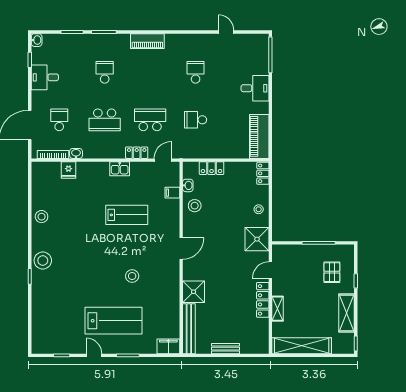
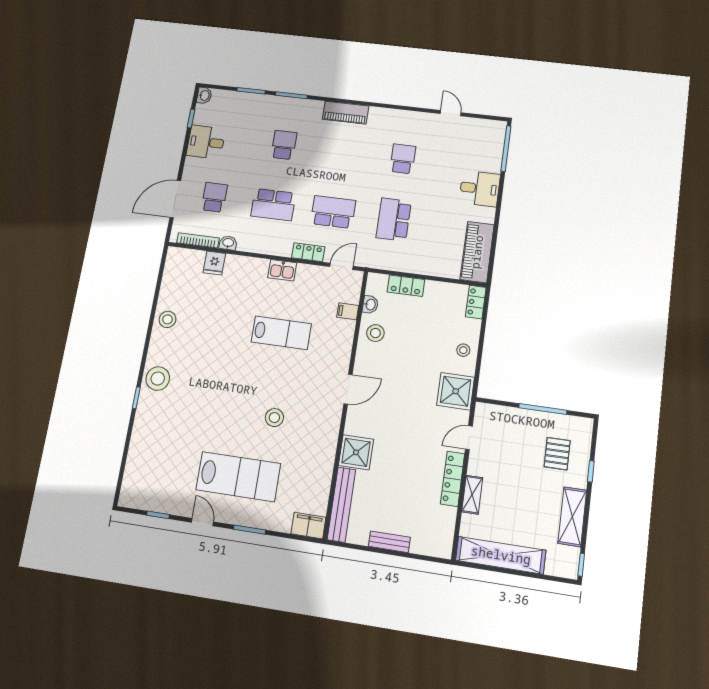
school desk: (196, 120) -> (394, 220), width x1.85

